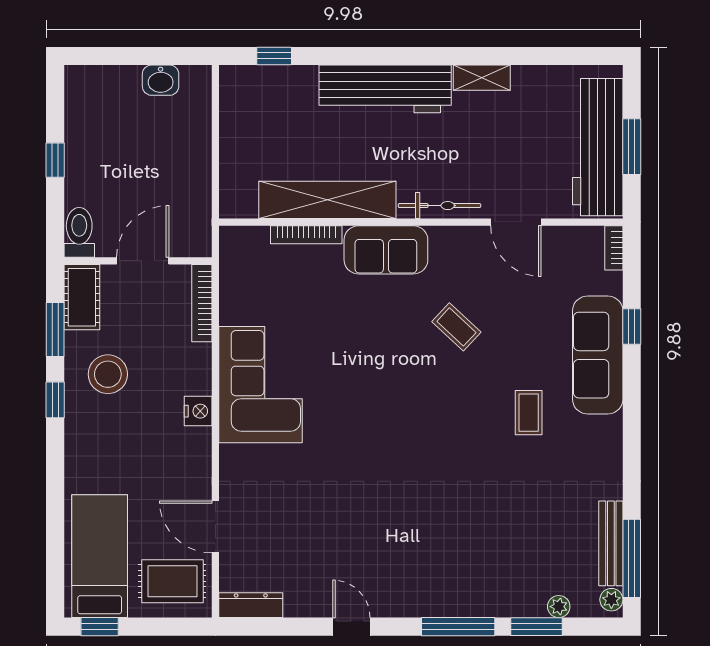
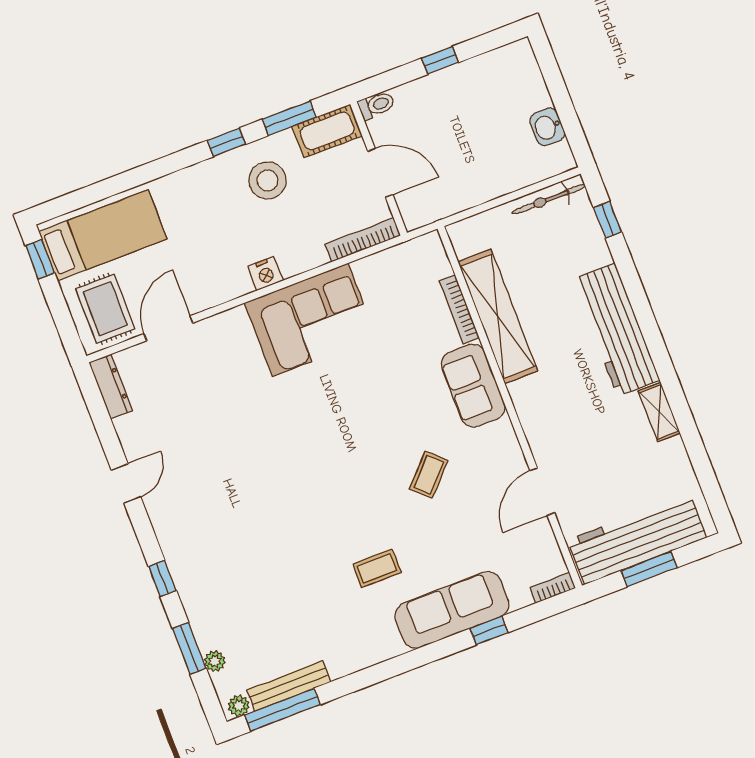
bicycle: (439, 206) -> (549, 199), moved, turned 90
toilet: (79, 232) -> (376, 105), width x0.73, depth x0.72
window: (458, 627) -> (162, 578), width x0.46

